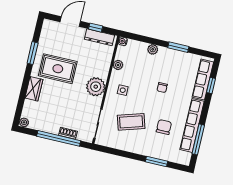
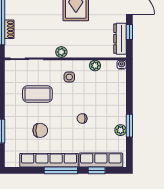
plant: (153, 49) -> (121, 130), moved
plant: (96, 87) -> (61, 52), width x0.53, depth x0.53
coffee table: (131, 122) -> (37, 94), turned -73
window: (198, 139) -> (61, 170), moved

